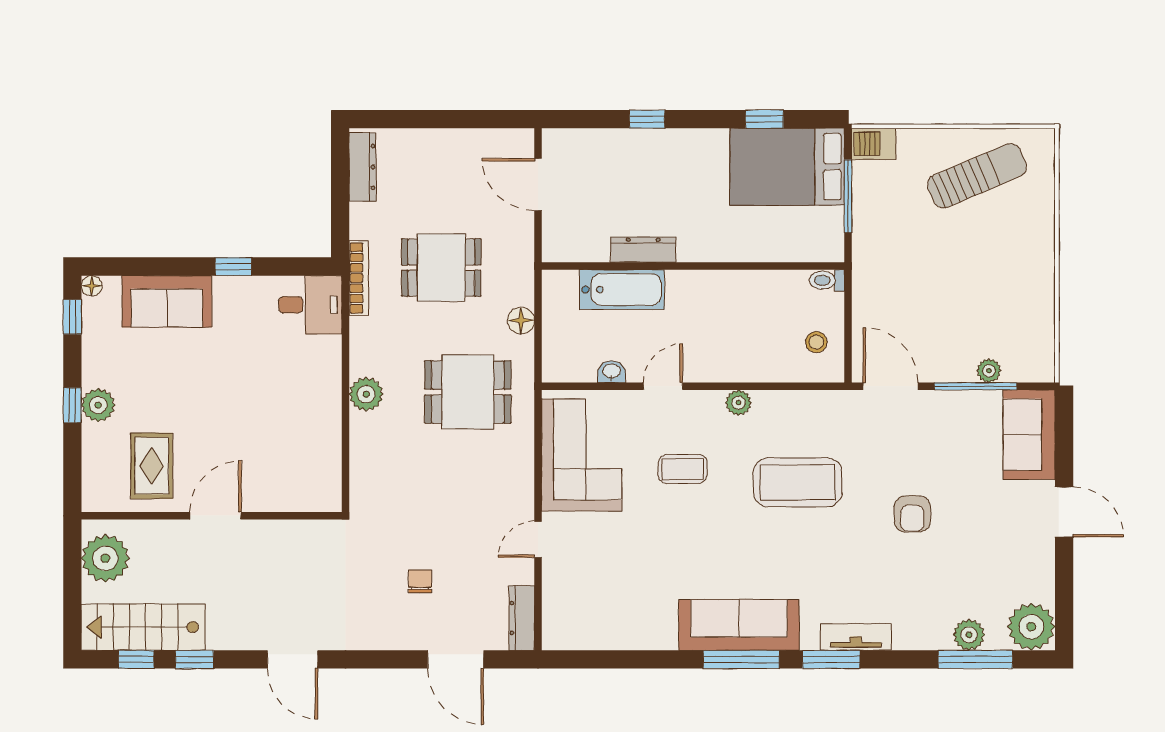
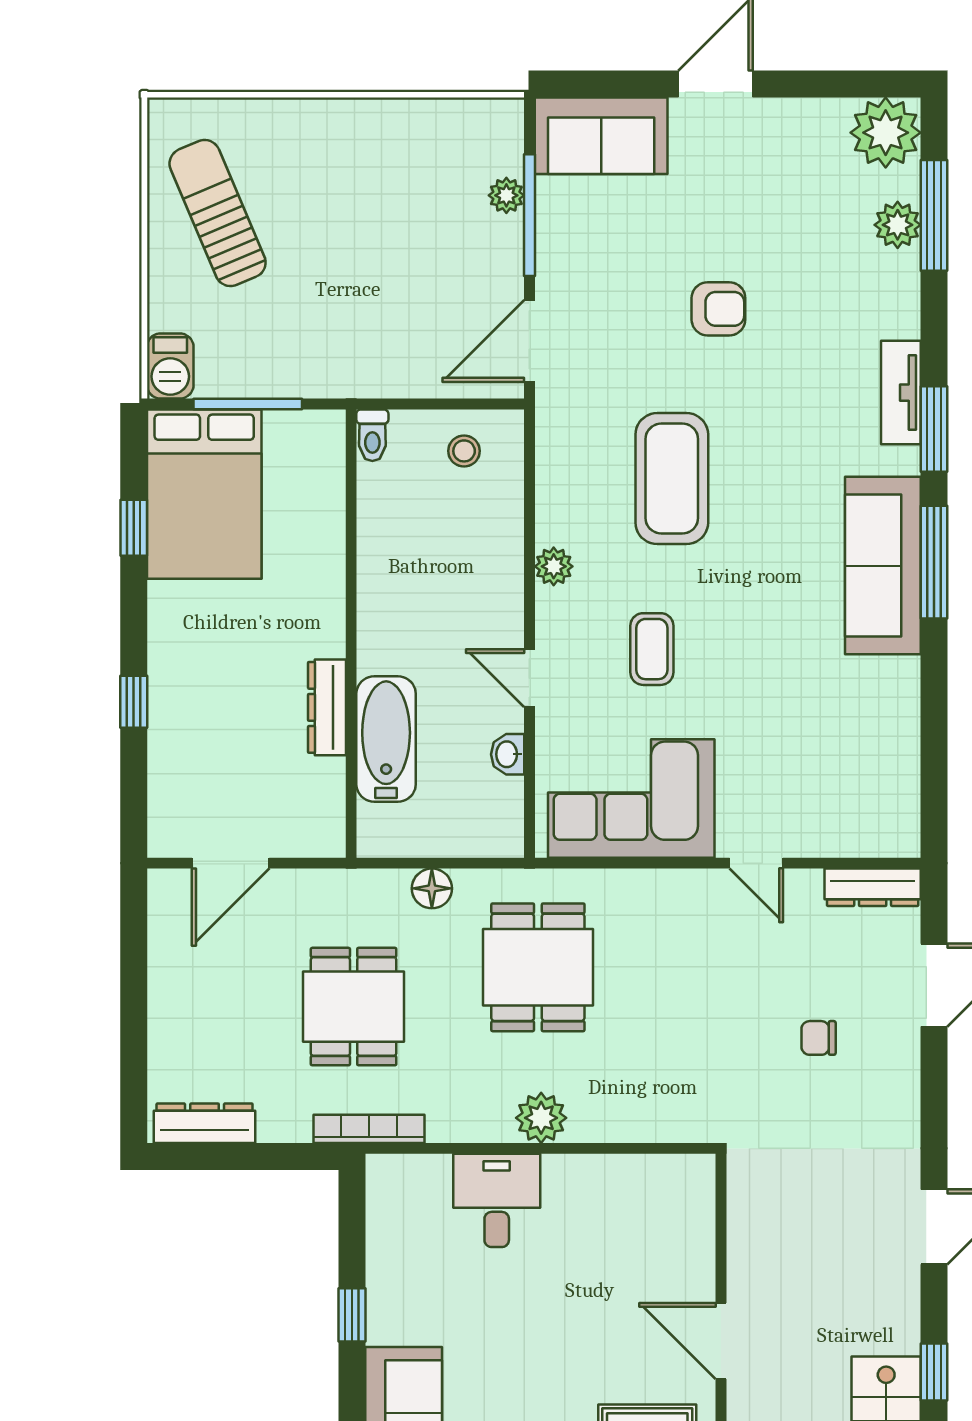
desk: (310, 305) -> (497, 1200), moved

